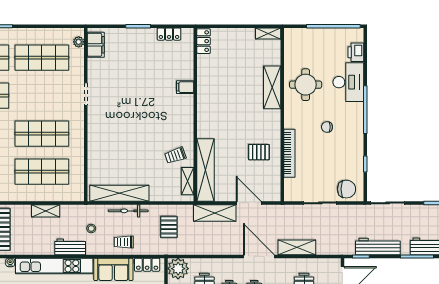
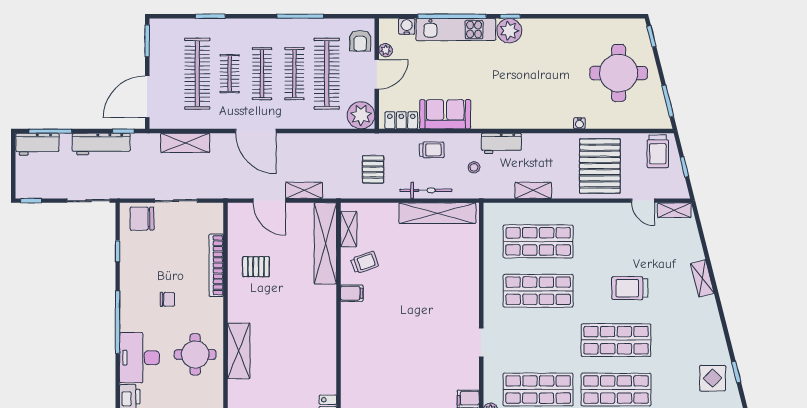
filing cabinet: (185, 87) -> (352, 293), moved
shelving: (215, 213) -> (304, 190), width x0.67, depth x0.75
shelving: (297, 247) -> (185, 143), moved
kitchen unit: (54, 266) -> (522, 119), removed

